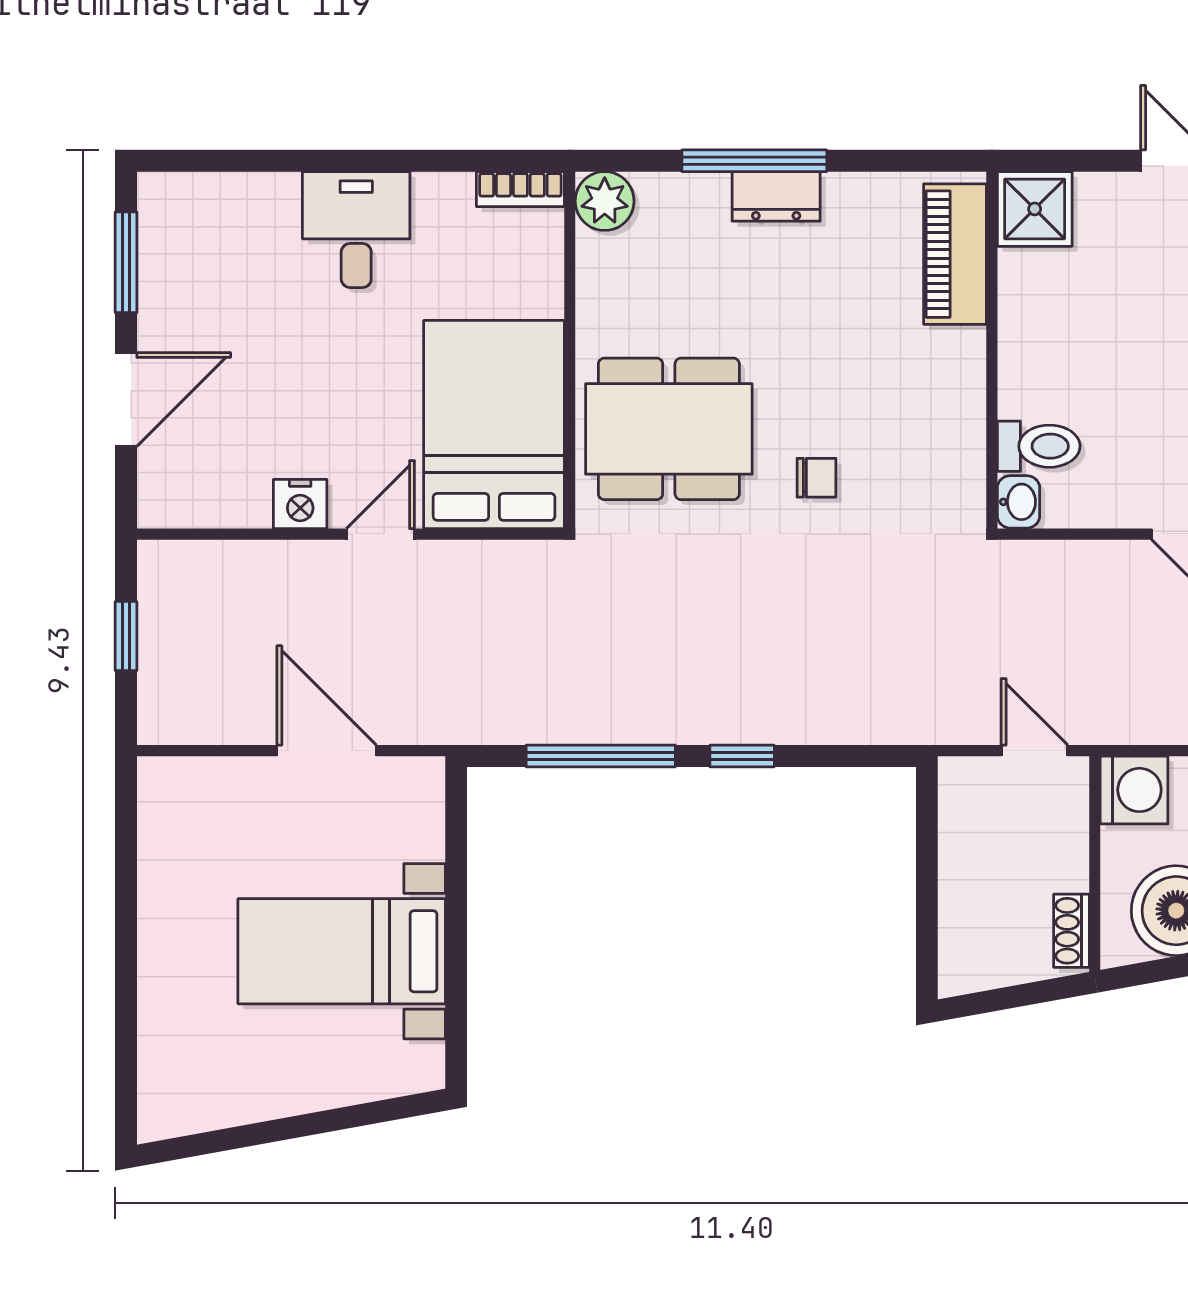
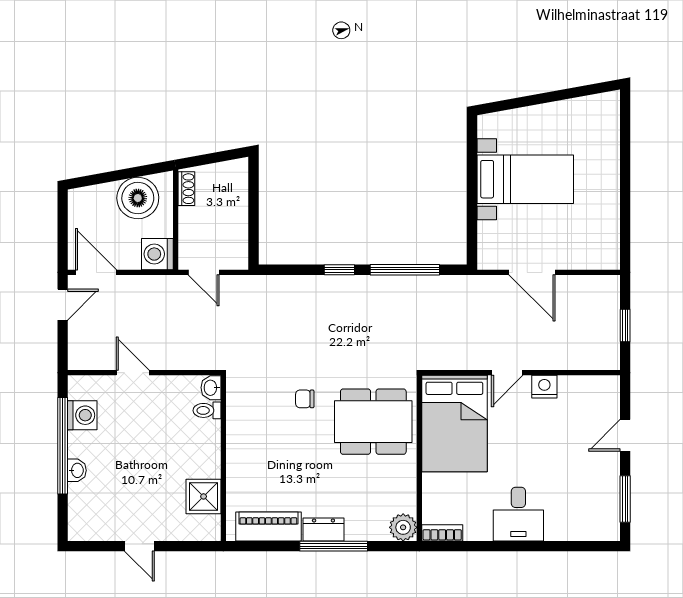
shower: (1035, 209) -> (204, 496), moved
piano: (955, 254) -> (268, 526), moved, turned -90
door: (126, 399) -> (625, 435), width x0.73
toilet: (1039, 446) -> (207, 410), width x0.73, depth x0.72

